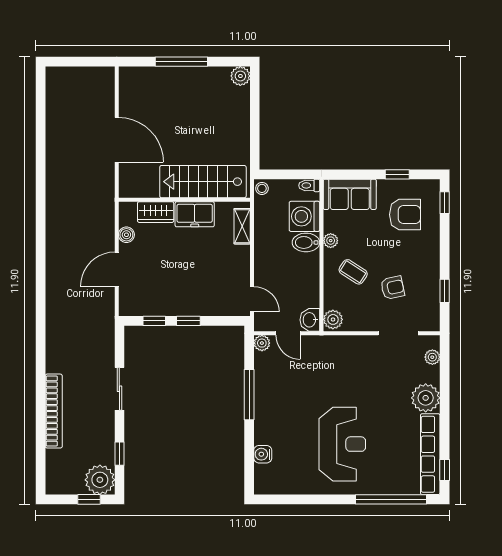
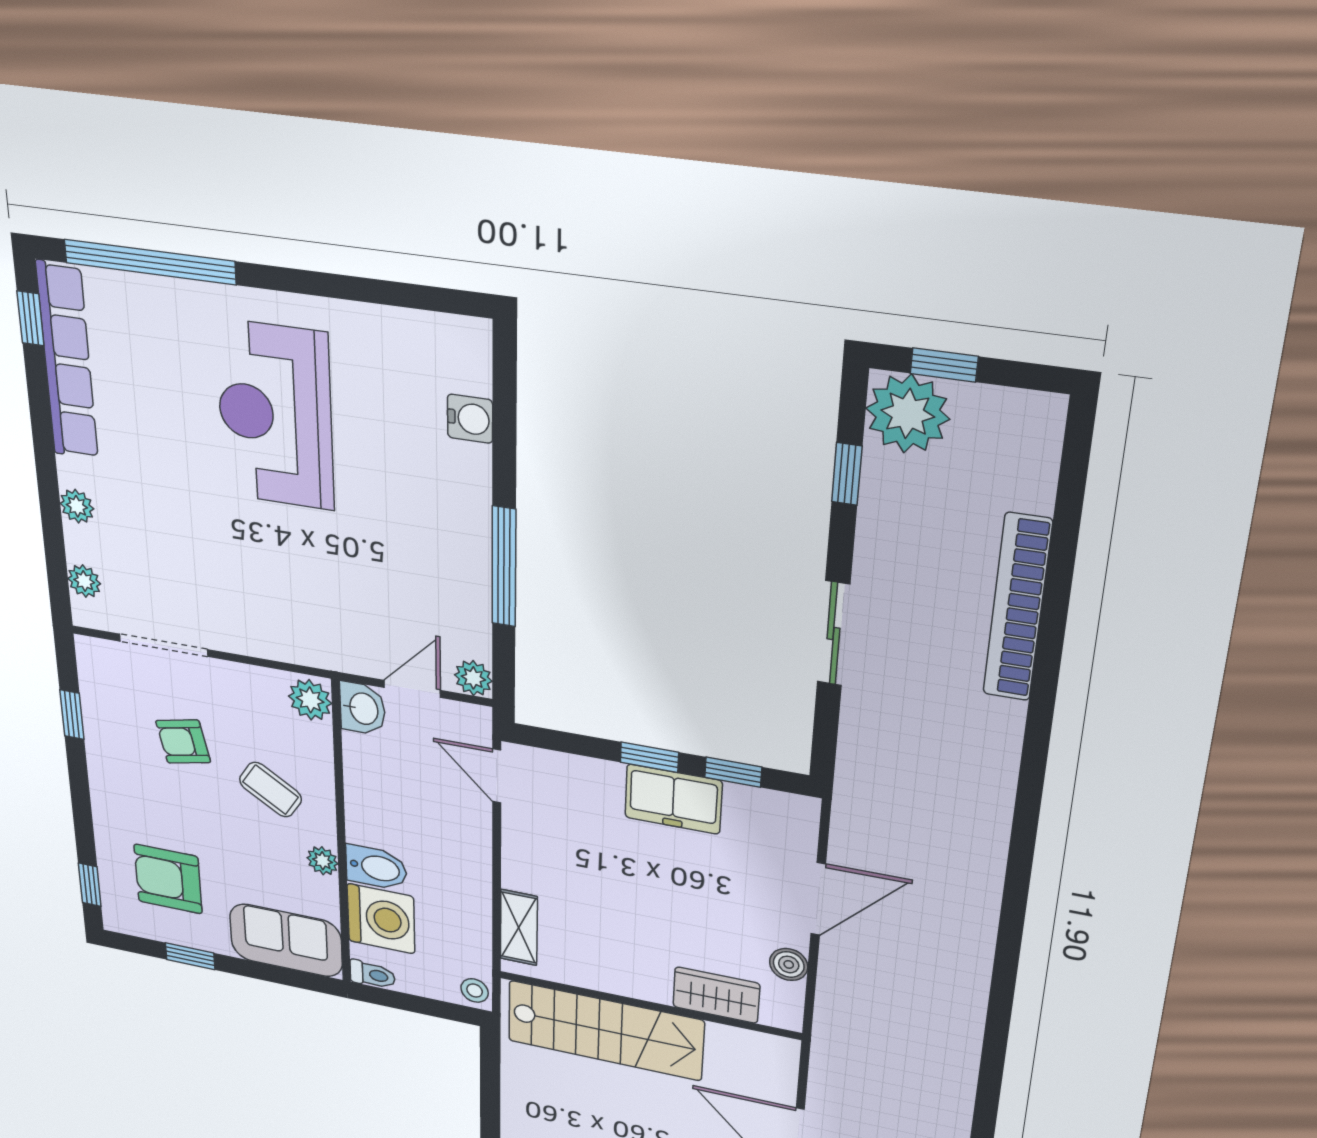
freezer: (195, 214) -> (673, 799), moved, turned 180
door: (288, 333) -> (412, 689), hinge flipped
plant: (426, 398) -> (77, 506), width x0.53, depth x0.53

